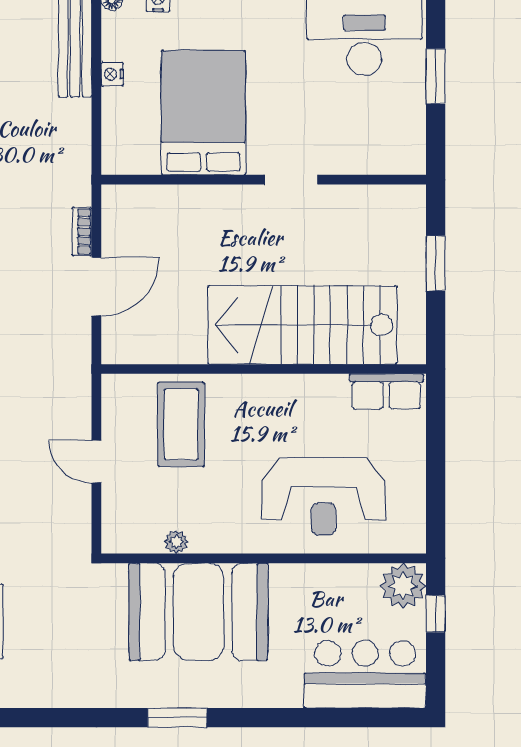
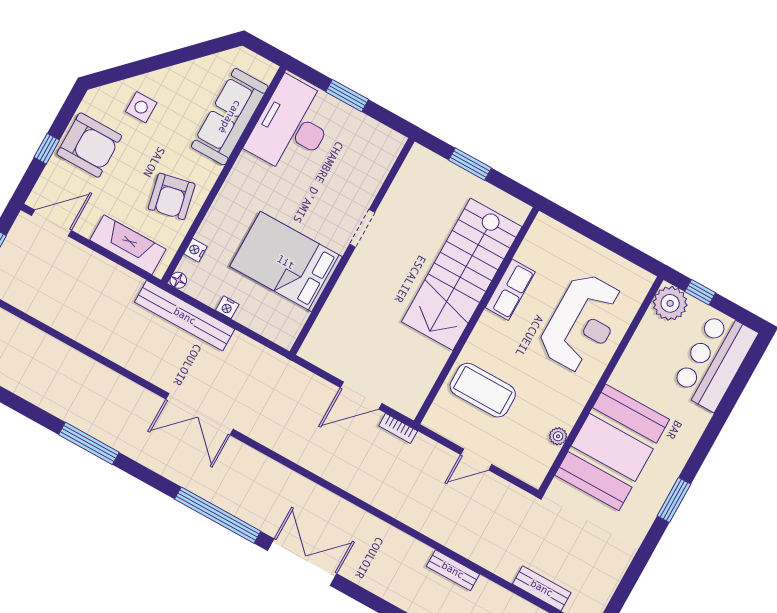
bookcase: (82, 231) -> (398, 428), moved
door: (96, 287) -> (361, 395), swing flipped
row of seats: (386, 391) -> (510, 290), moved

